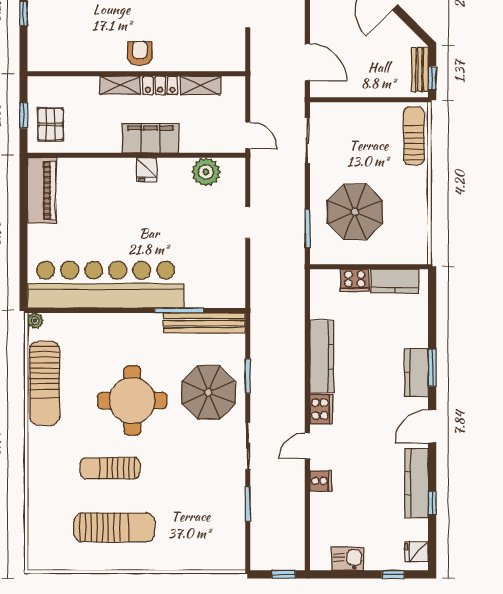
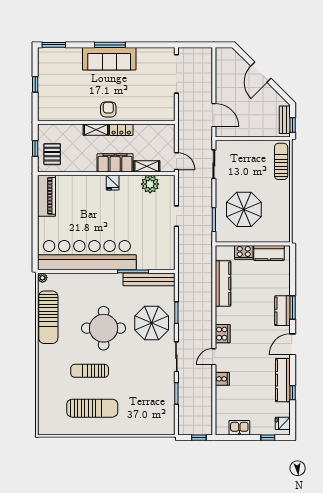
shelving: (201, 85) -> (147, 166), moved
kitchen counter: (322, 357) -> (223, 283), moved

